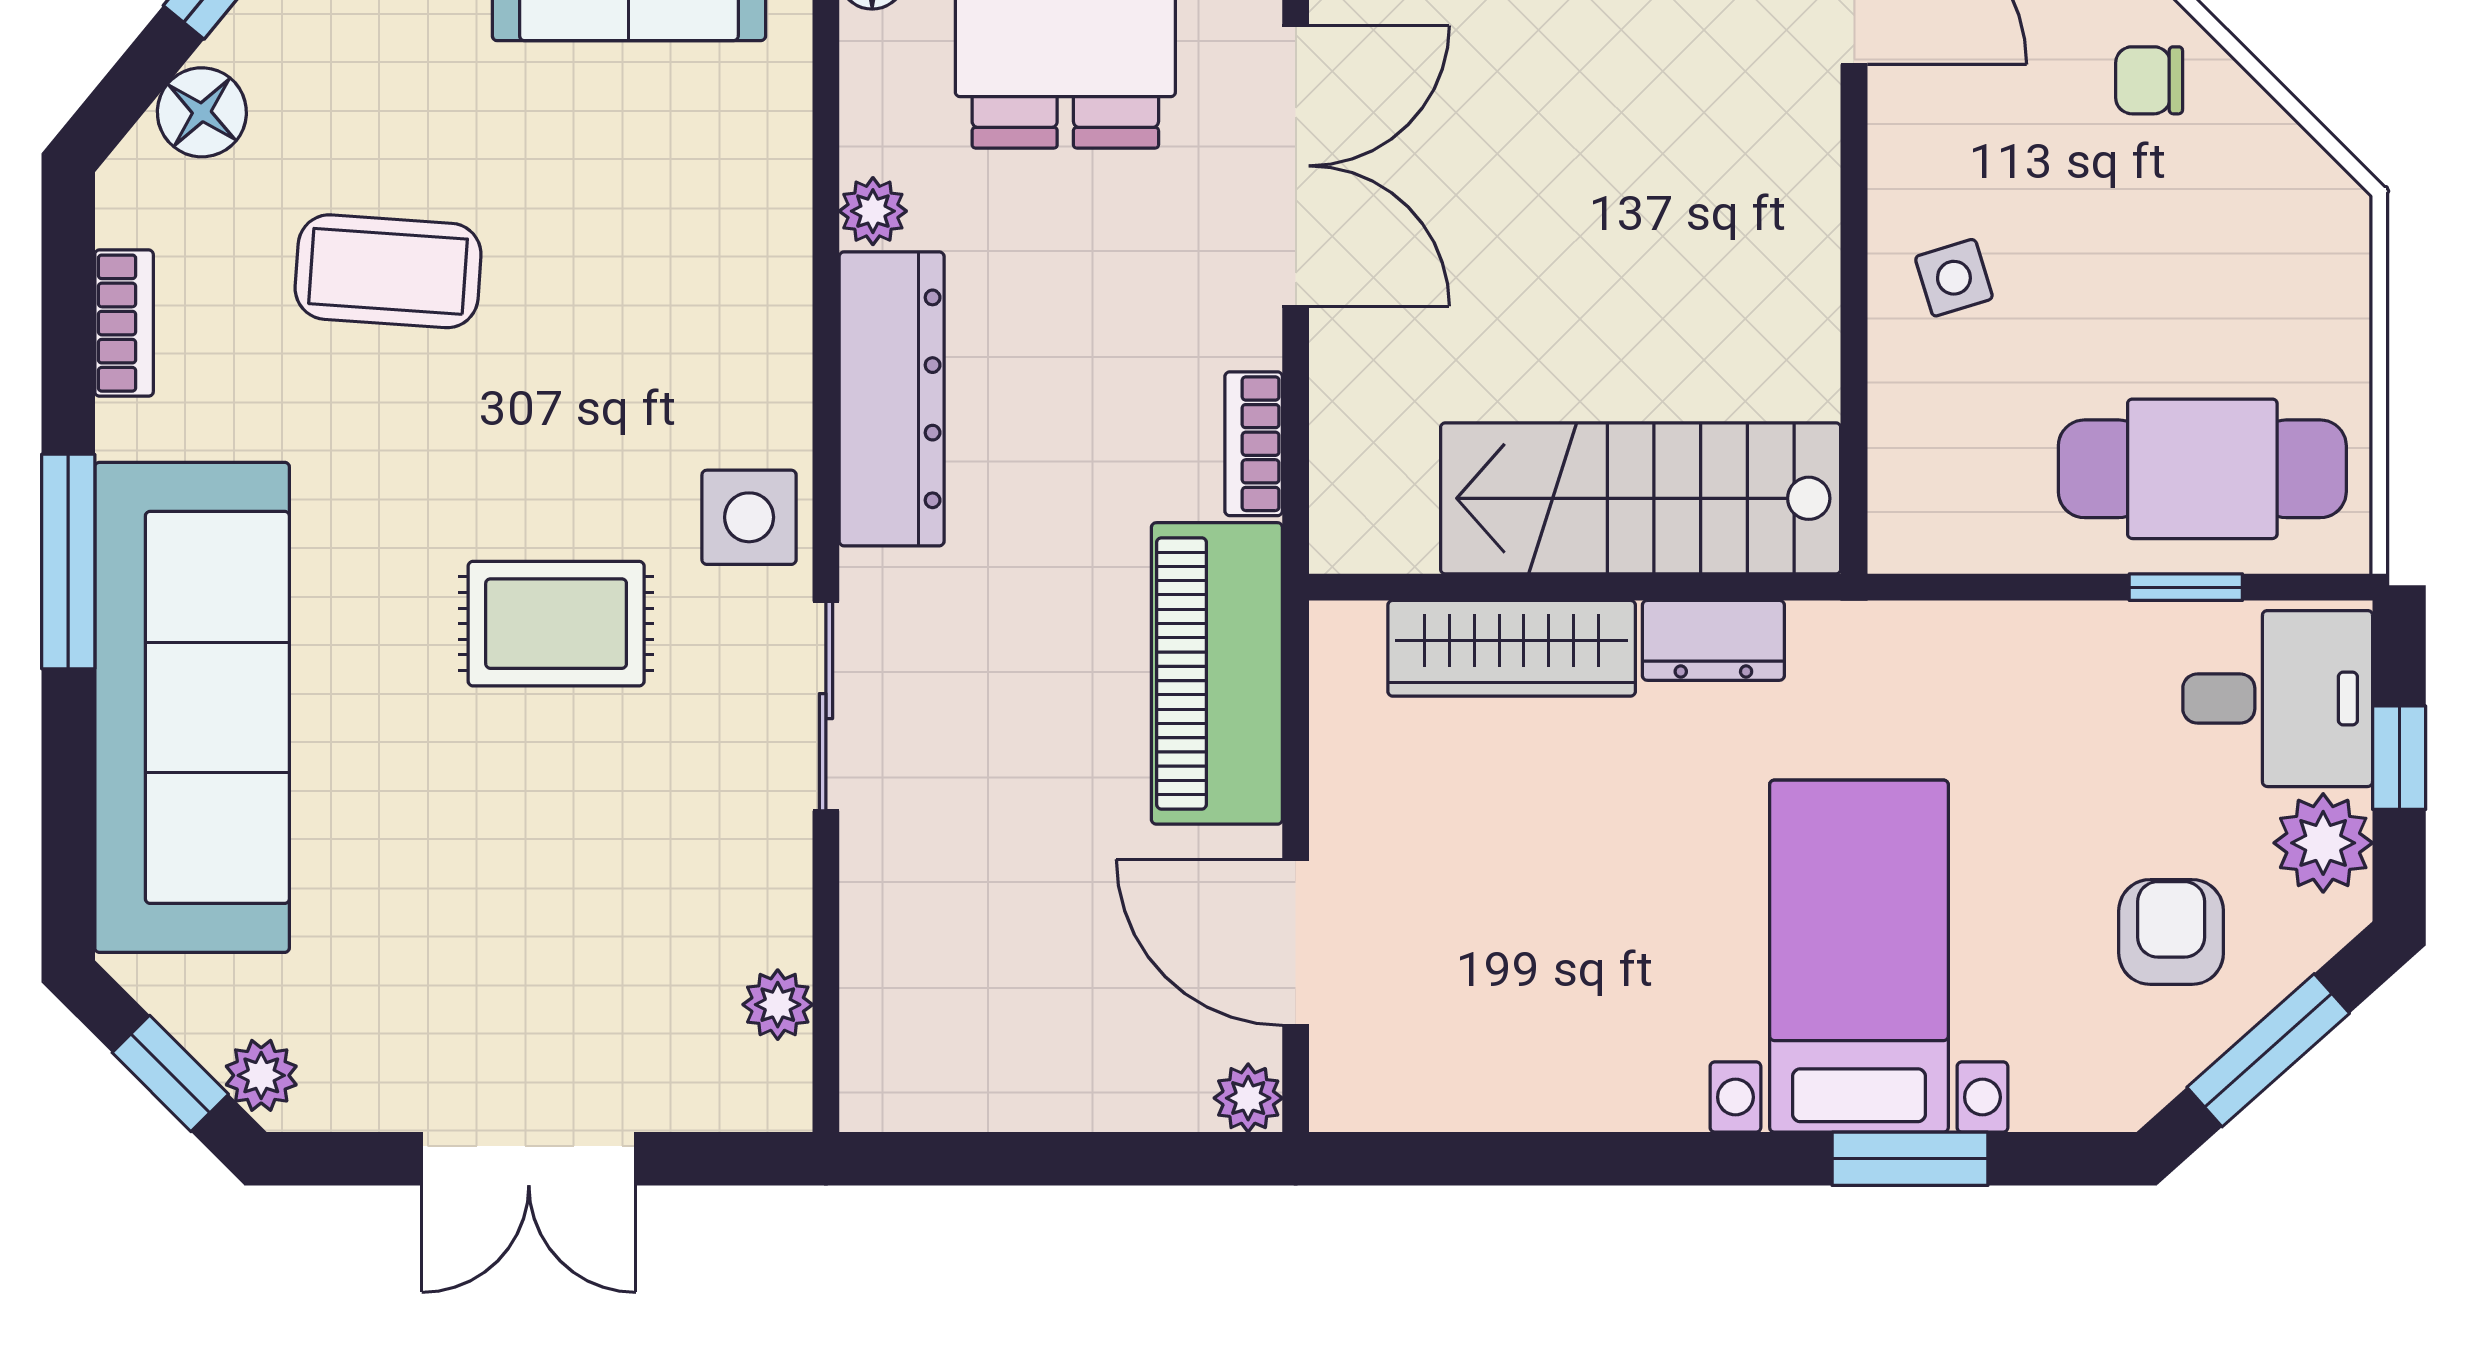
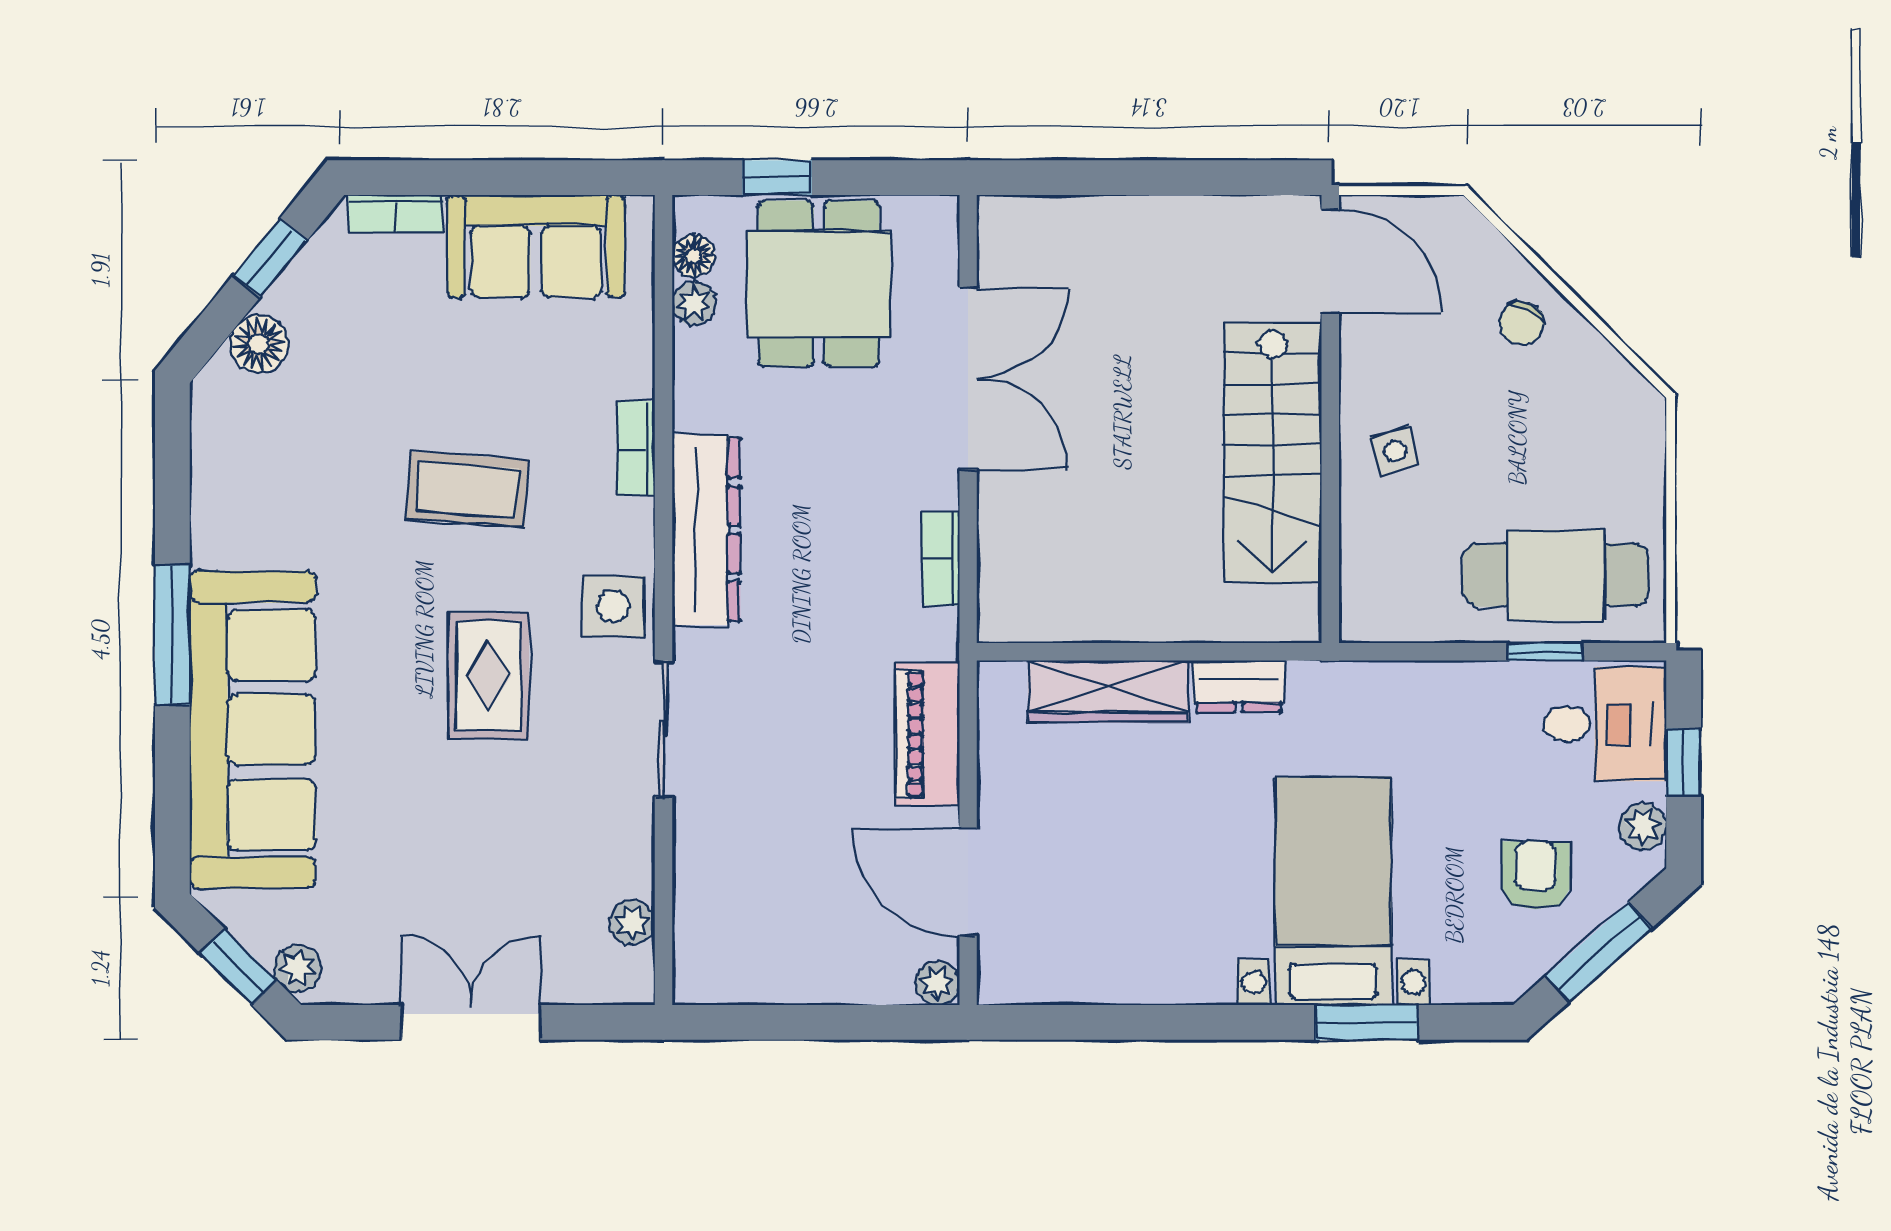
chair: (2149, 80) -> (1521, 323), turned -63
plant: (873, 211) -> (694, 303), moved
coffee table: (388, 271) -> (467, 489), moved
bookcase: (124, 323) -> (636, 449), moved, turned 180
stairs: (1641, 498) -> (1273, 453), moved, turned -90
rug: (556, 624) -> (489, 675), turned 90
piano: (1217, 673) -> (928, 734), width x0.73, depth x0.75
plant: (2323, 843) -> (1643, 826), width x0.73, depth x0.73
double door: (529, 1159) -> (471, 1022), swing flipped

